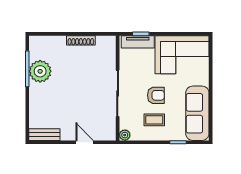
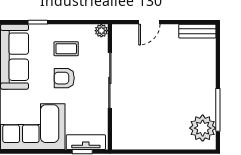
shoe rack: (81, 40) -> (154, 144), removed
plant: (40, 71) -> (203, 128), moved
door: (85, 142) -> (149, 22), hinge flipped

